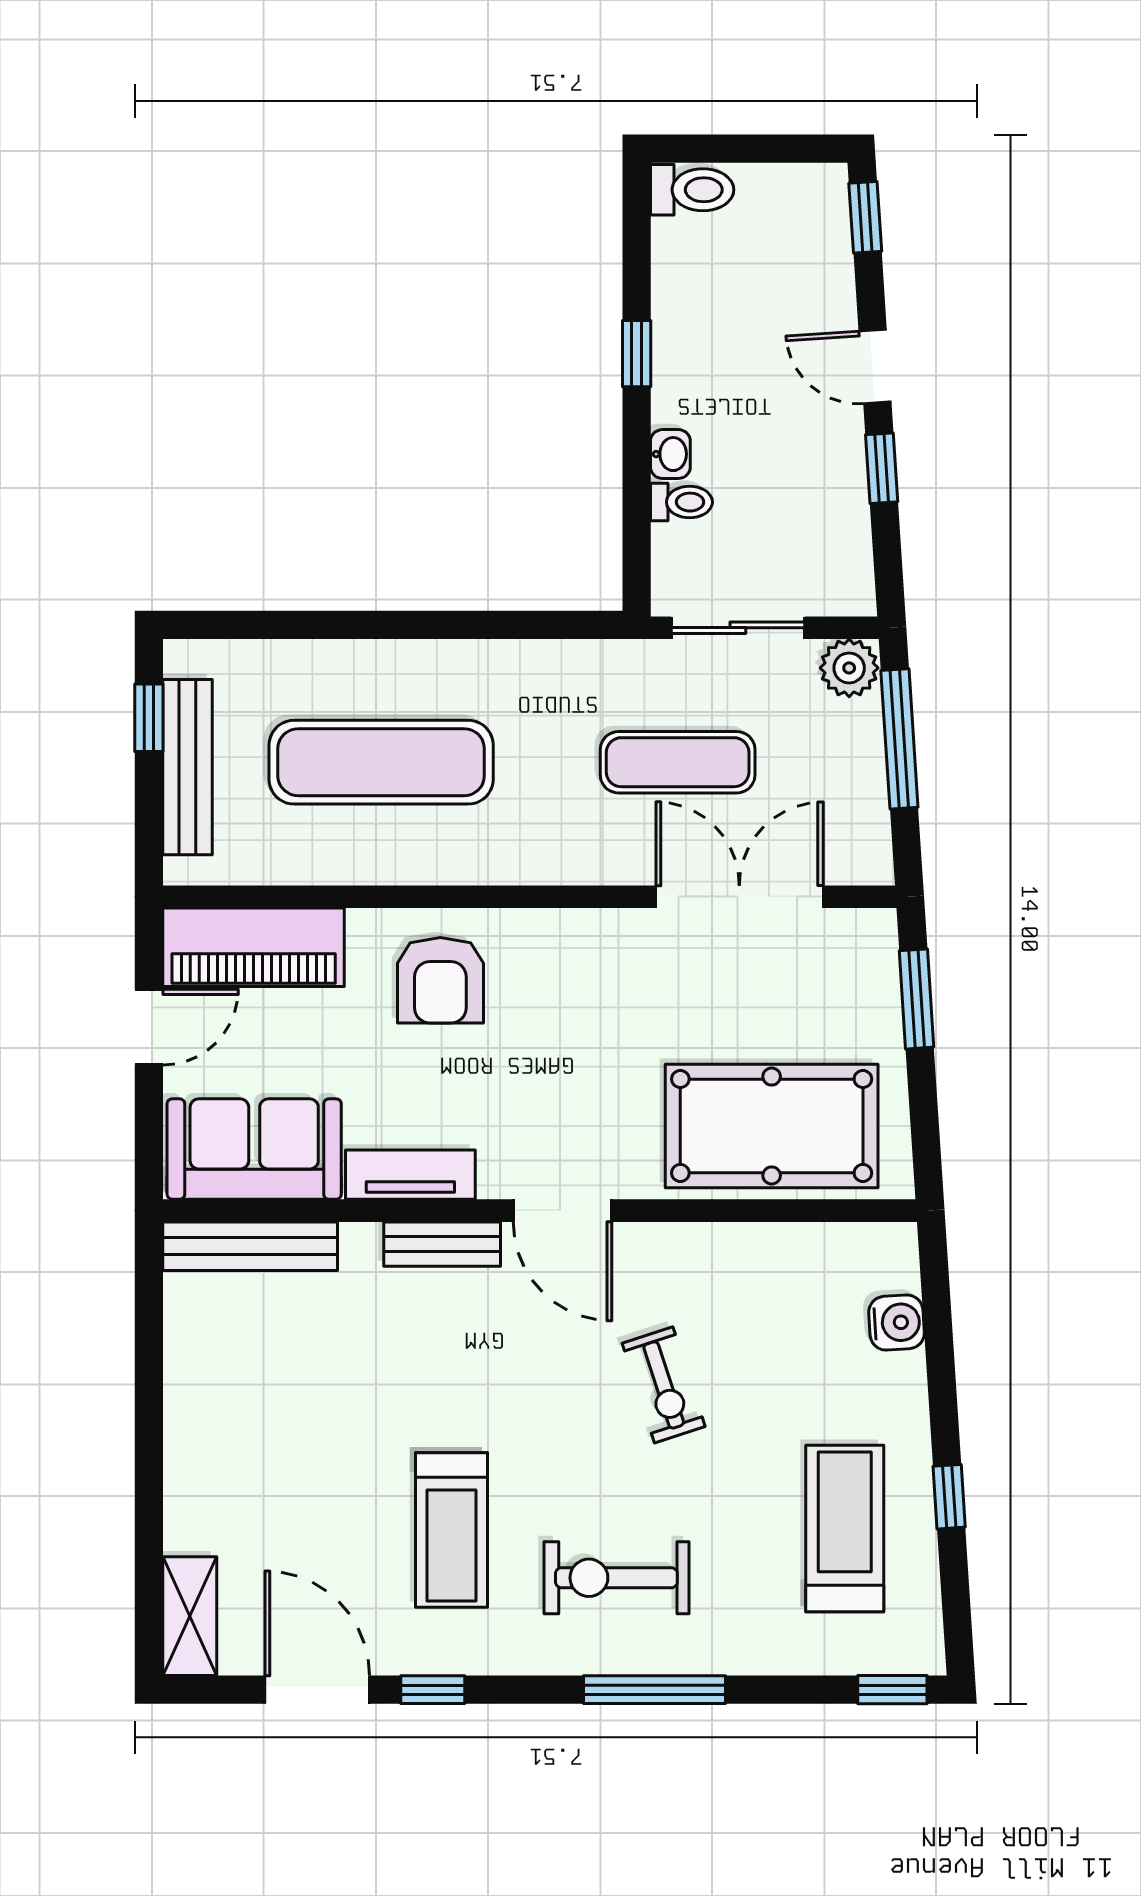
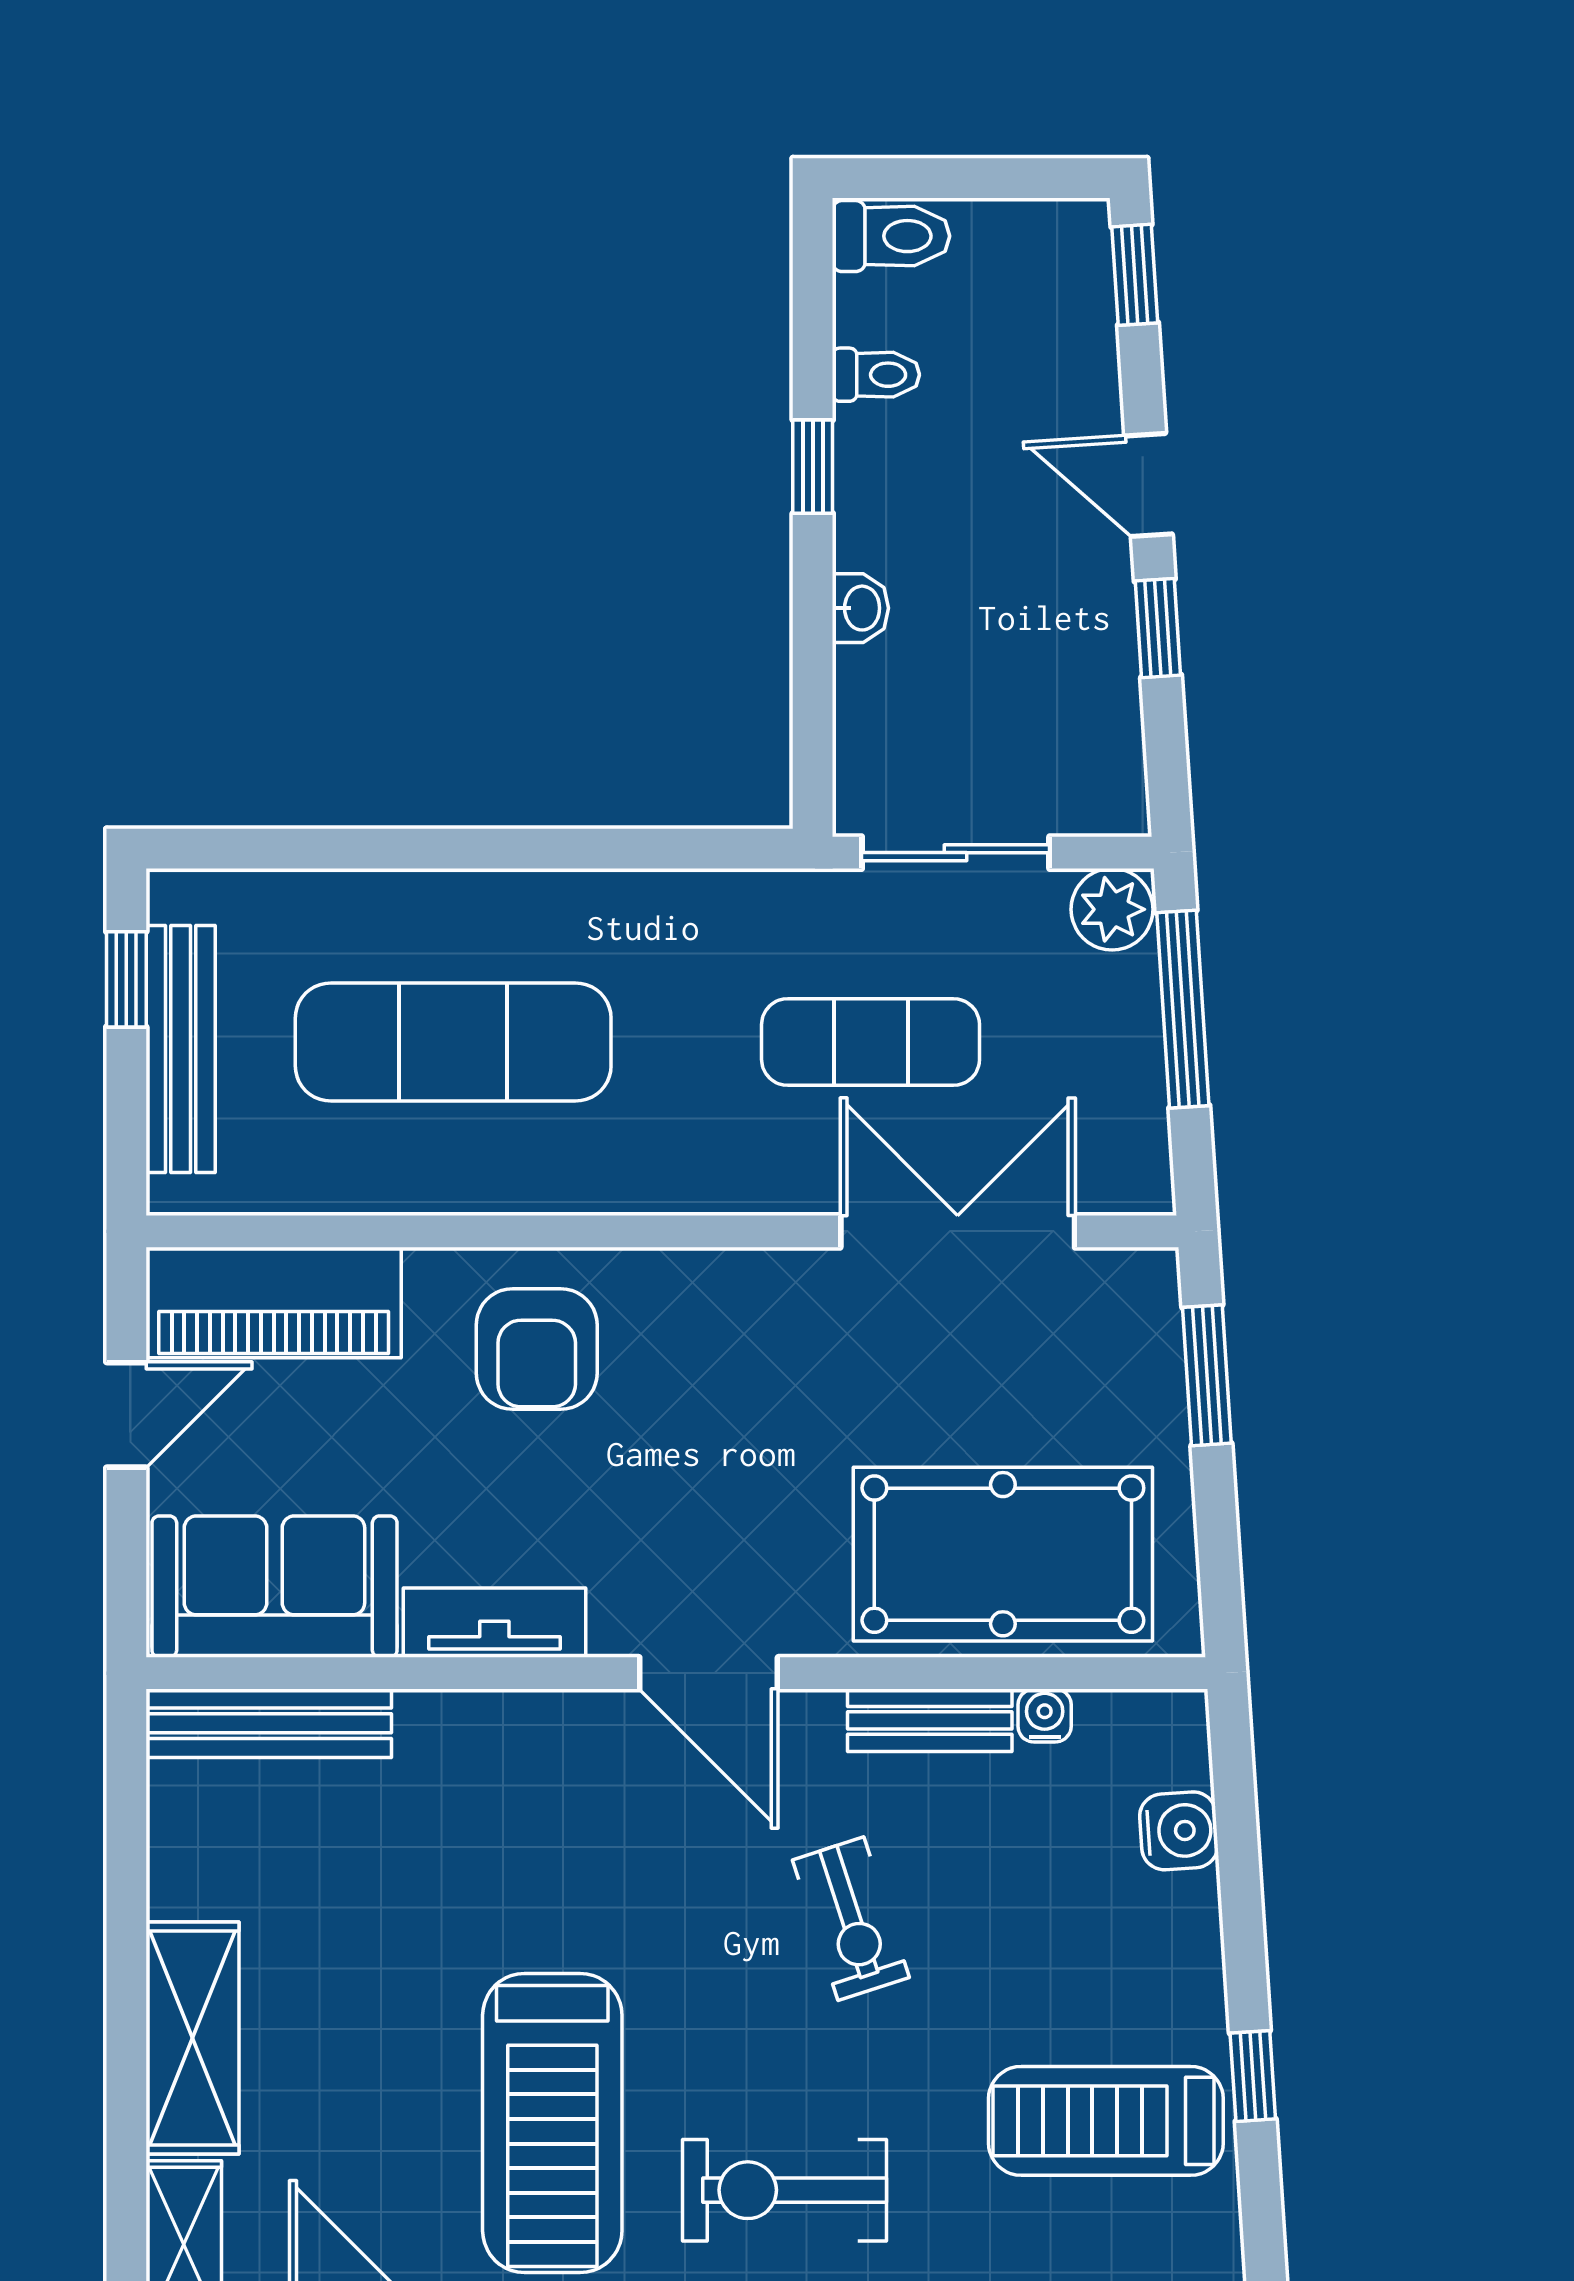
toilet: (681, 502) -> (876, 375), moved
water cooler: (801, 1241) -> (1045, 1716), added
bench: (442, 1244) -> (930, 1720), moved
shelving: (196, 1470) -> (192, 2038), added
treadmill: (845, 1529) -> (1106, 2121), turned -90
treadmill: (452, 1530) -> (552, 2123), width x1.37, depth x1.38

